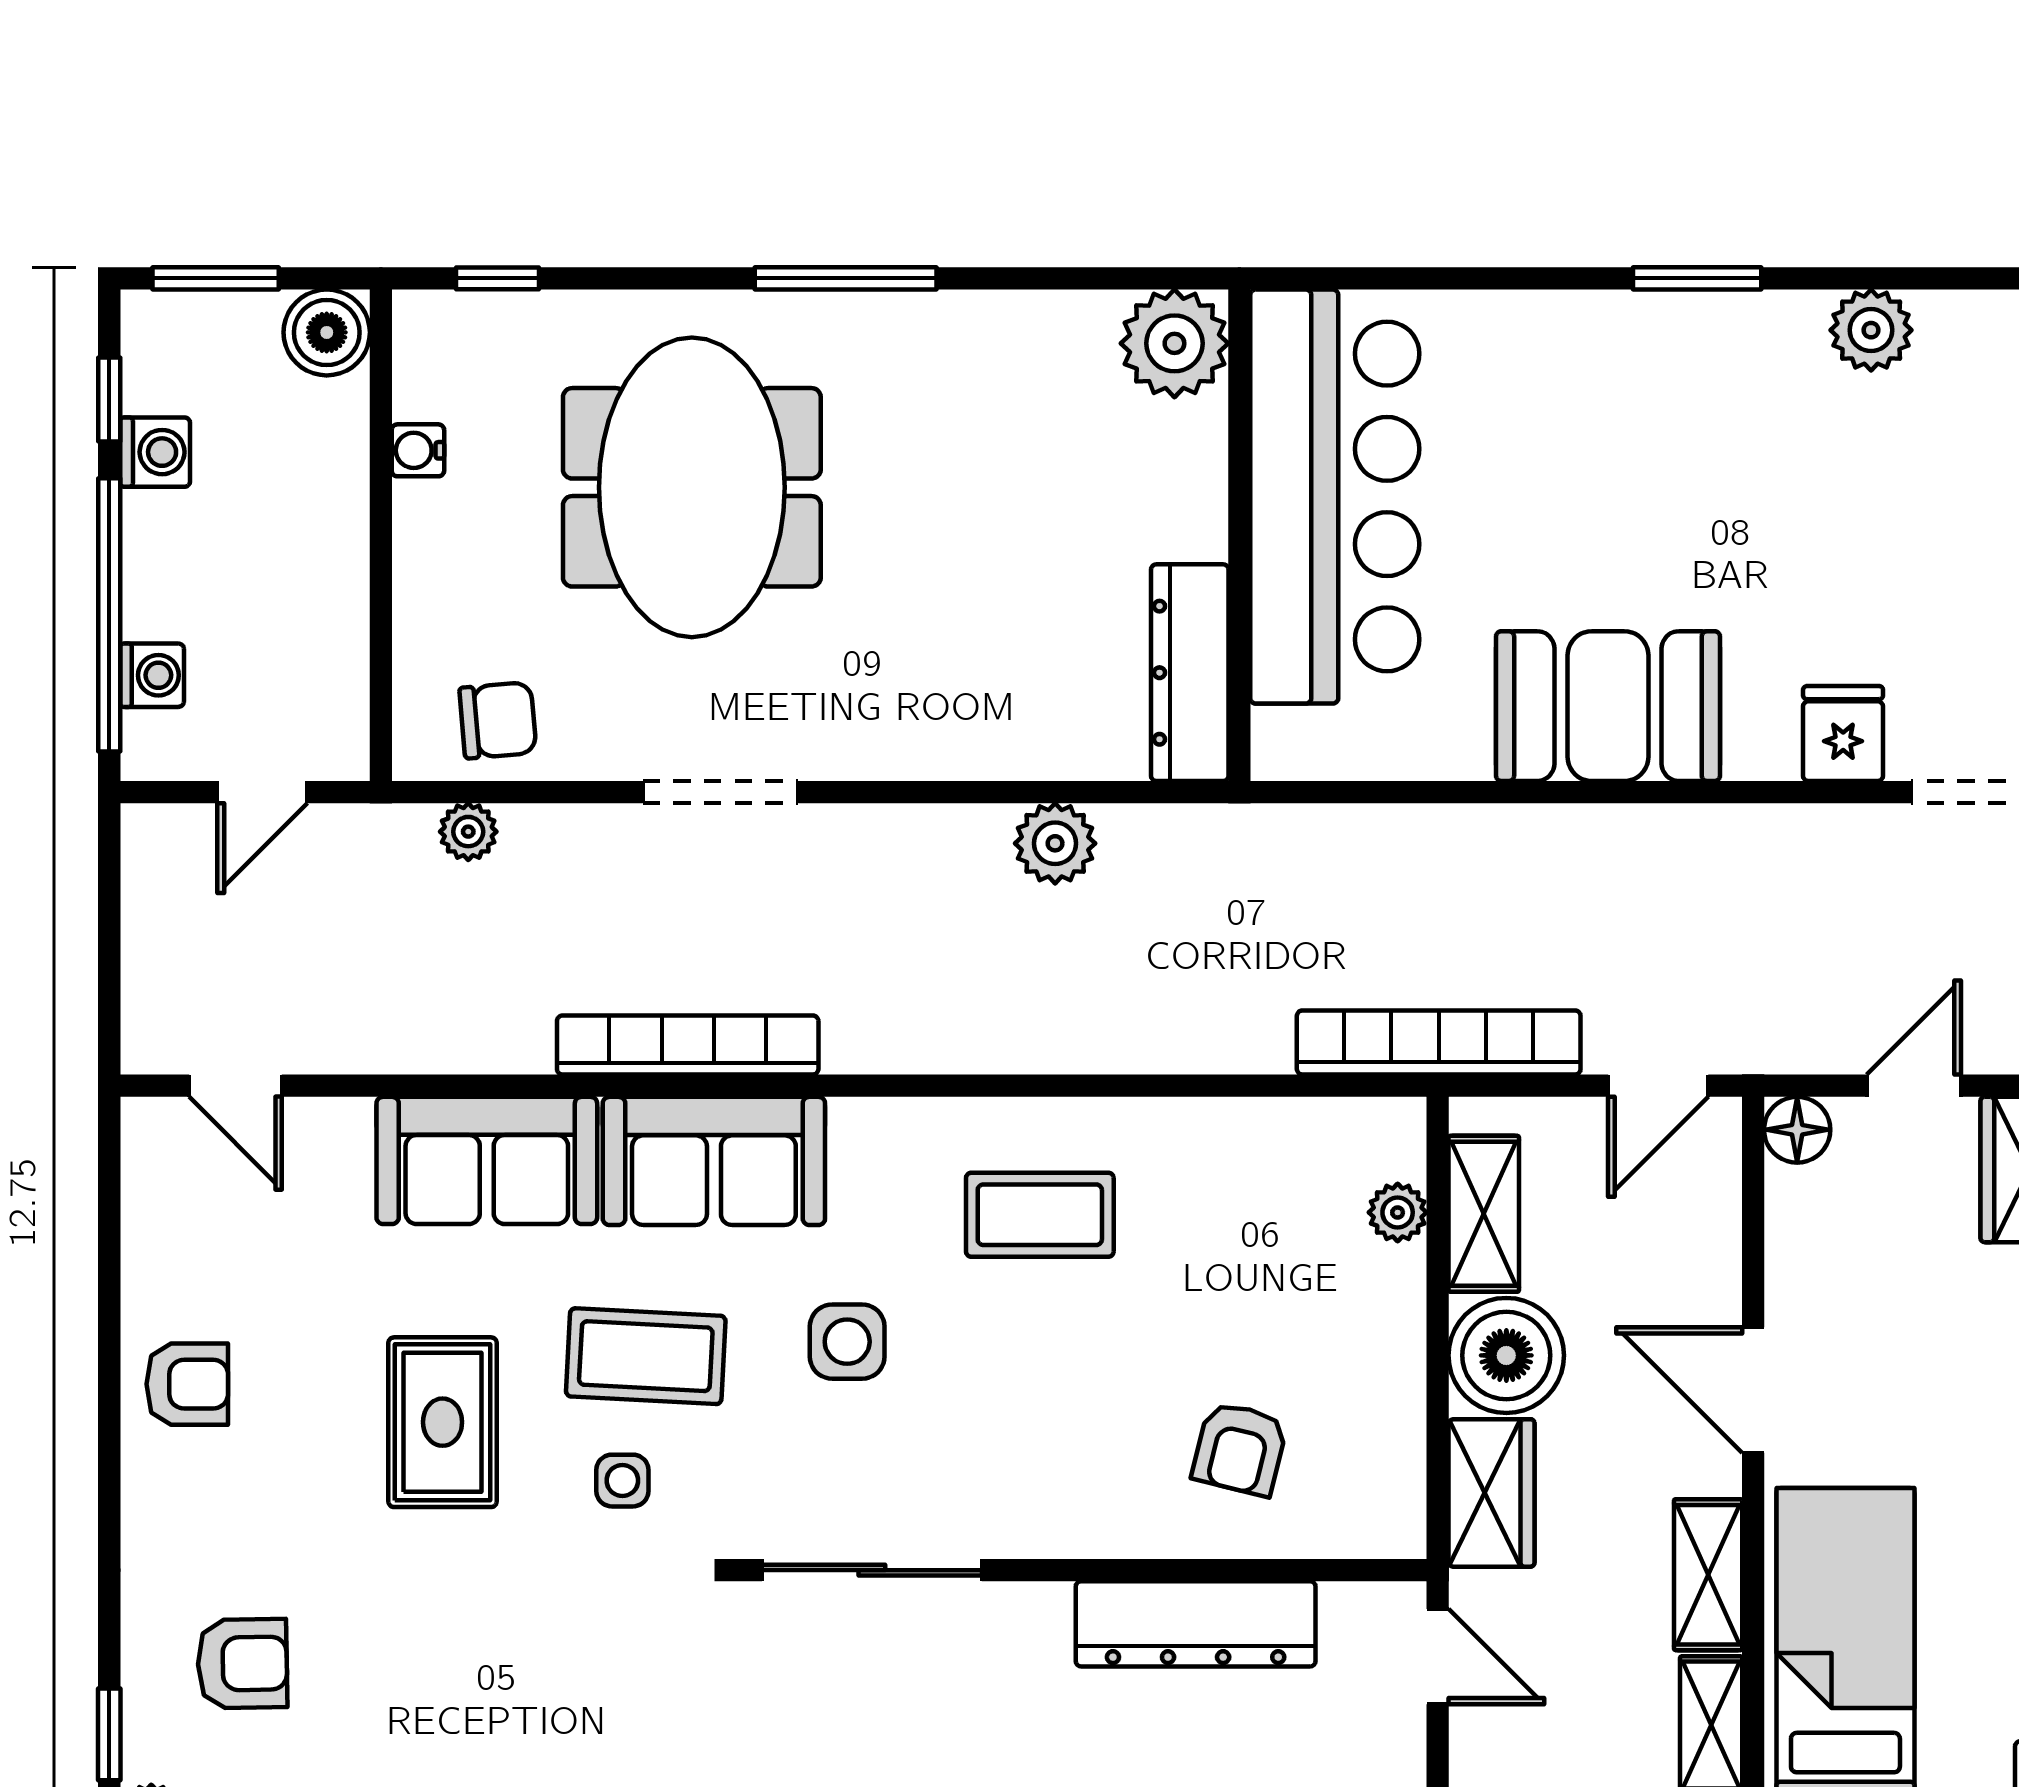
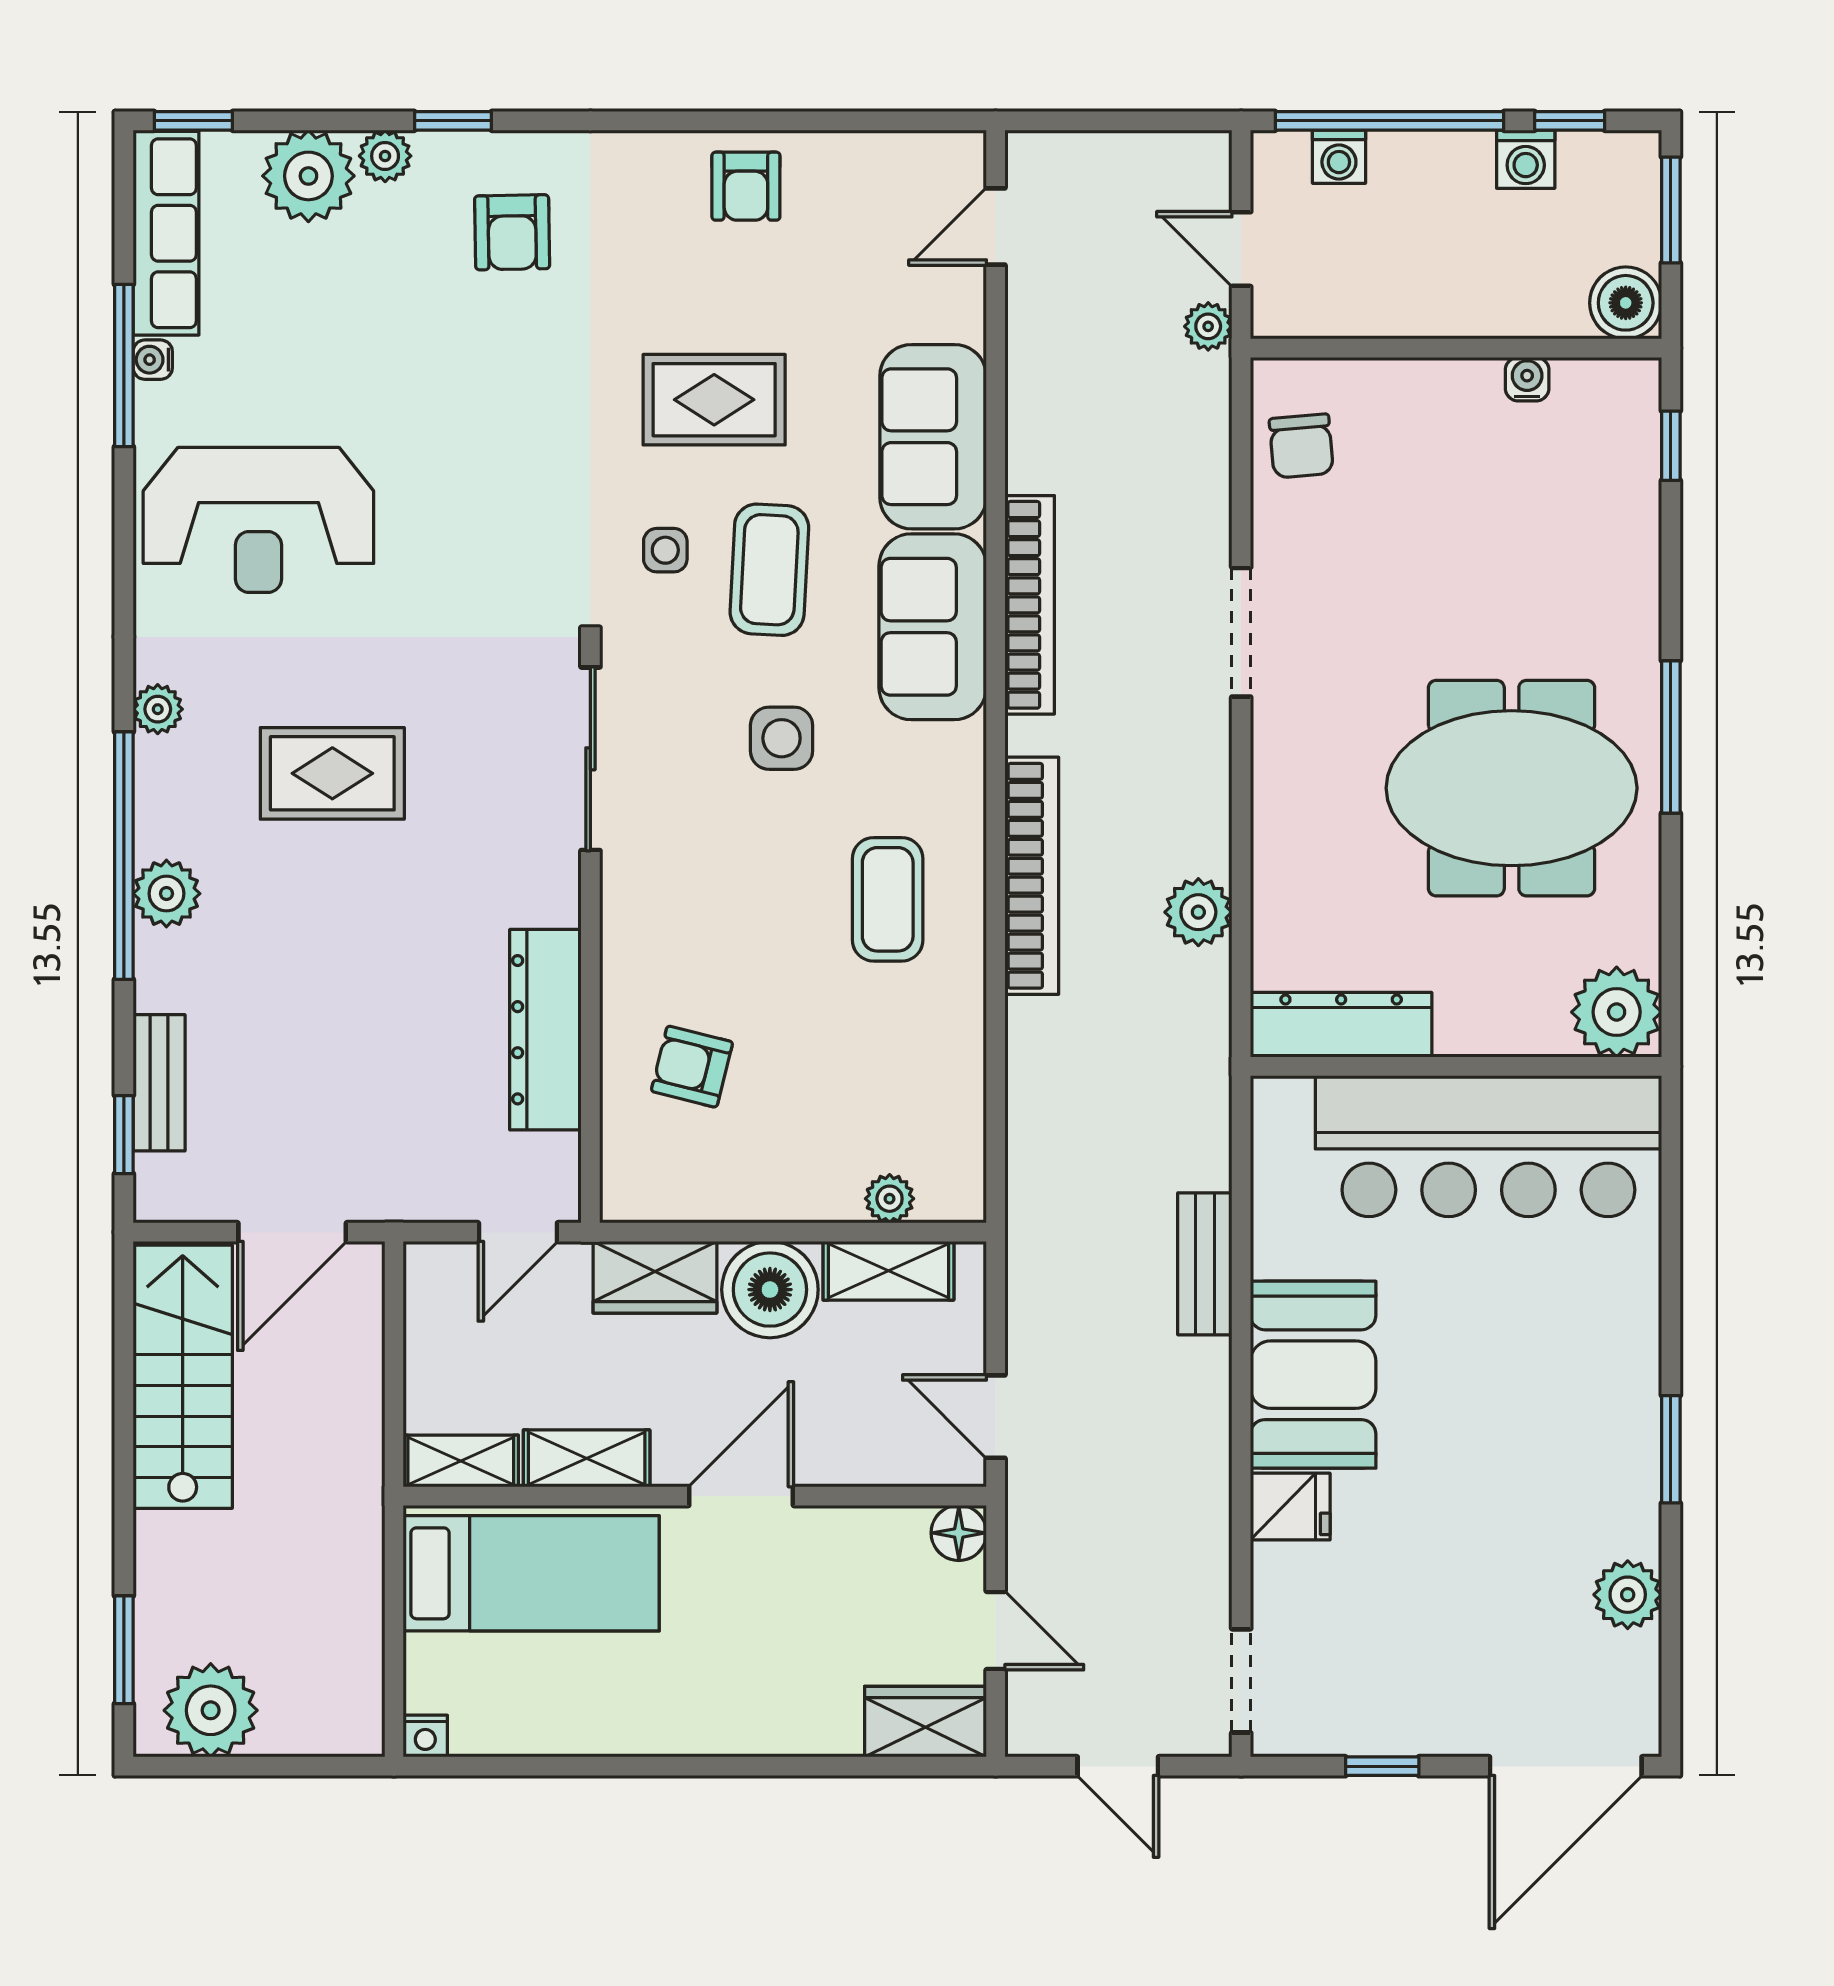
meeting table: (692, 487) -> (1512, 788), moved
fridge: (1843, 734) -> (1290, 1507), moved
plant: (468, 832) -> (1208, 326), moved
bench: (1475, 836) -> (1205, 1264), added
bookcase: (1439, 1043) -> (1032, 876), moved

